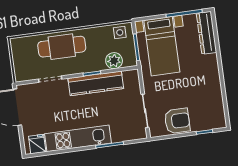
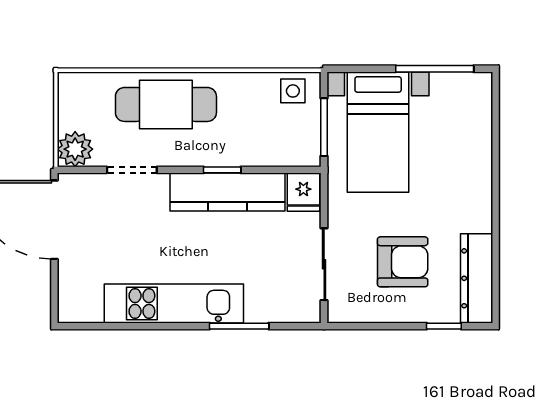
dresser: (207, 33) -> (477, 278), moved
plant: (114, 61) -> (75, 149), moved
armchair: (177, 121) -> (403, 262), moved
fridge: (37, 144) -> (303, 192), moved, turned 180

